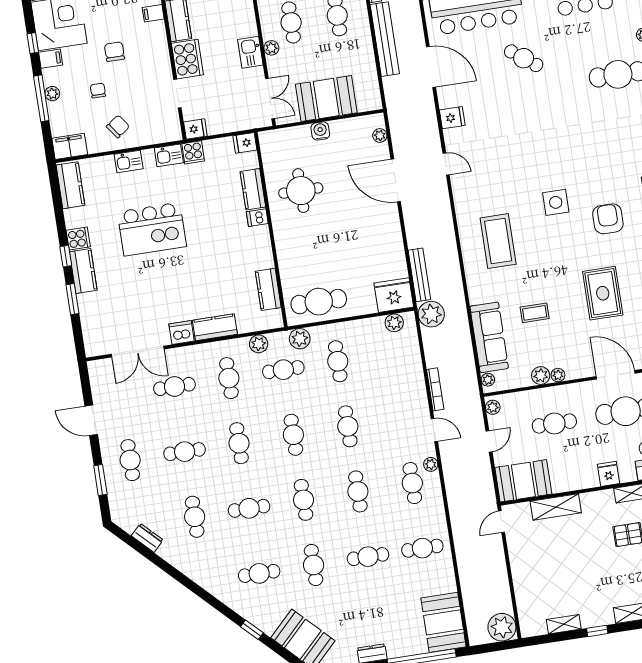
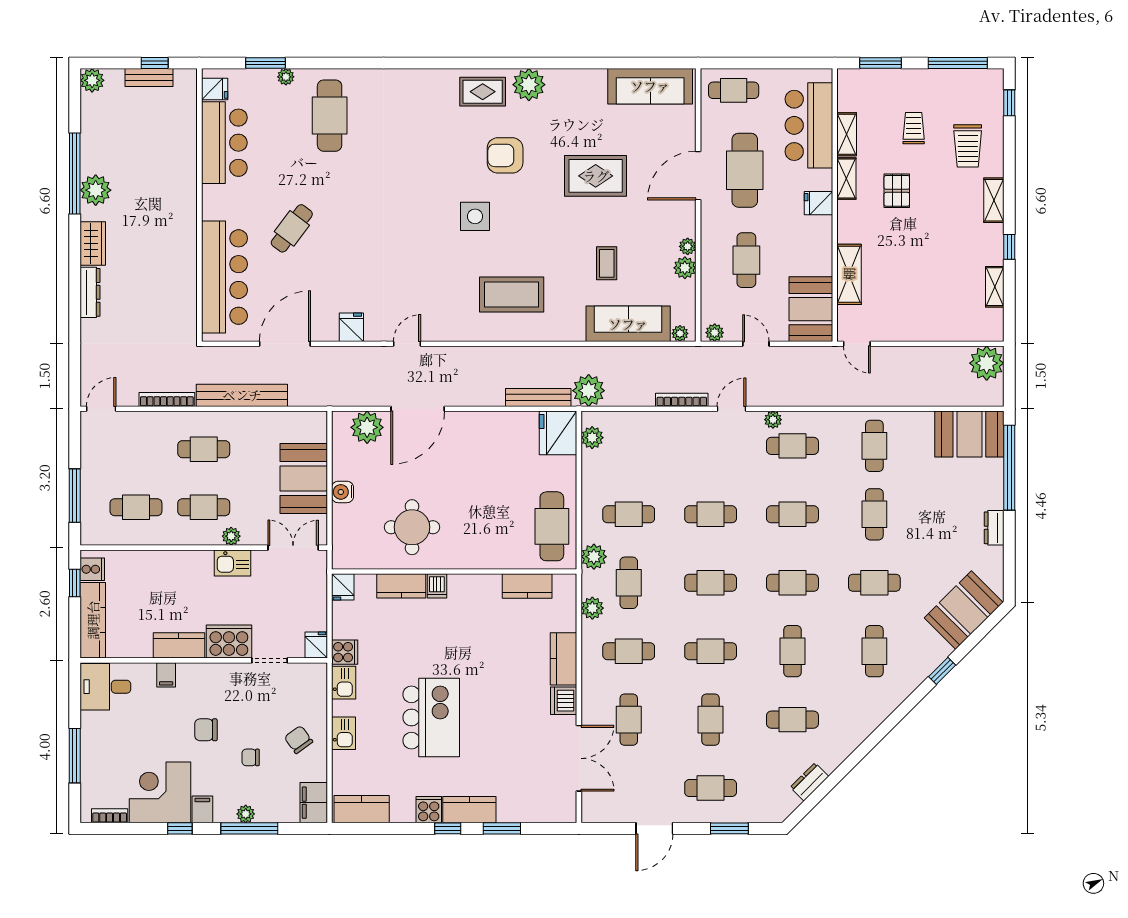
plant: (380, 136) -> (367, 427), width x1.88, depth x1.88

